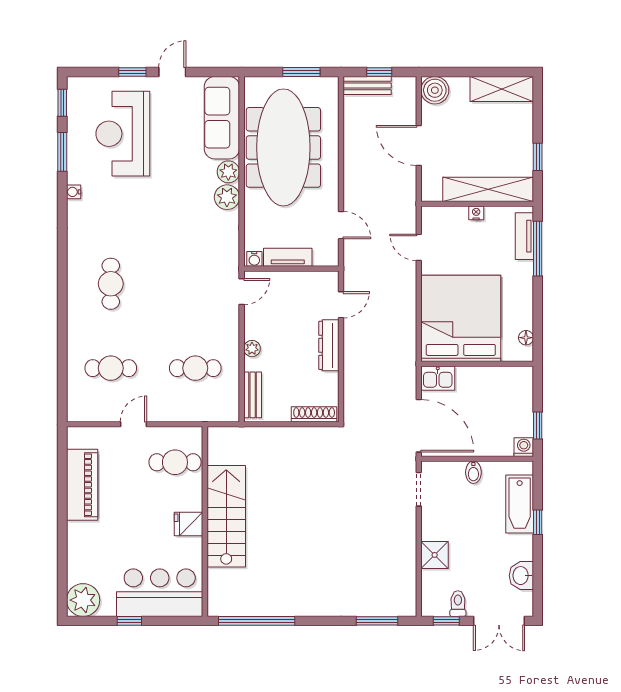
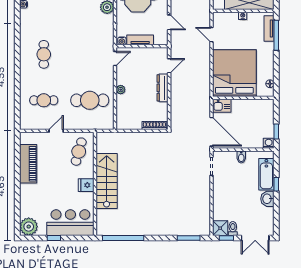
cafe table: (195, 368) -> (90, 100), width x1.37, depth x1.35
bench: (253, 395) -> (121, 115), removed
cafe table: (175, 462) -> (79, 152), turned -74
shower: (435, 555) -> (220, 228), moved
washbasin: (521, 576) -> (267, 199), moved

